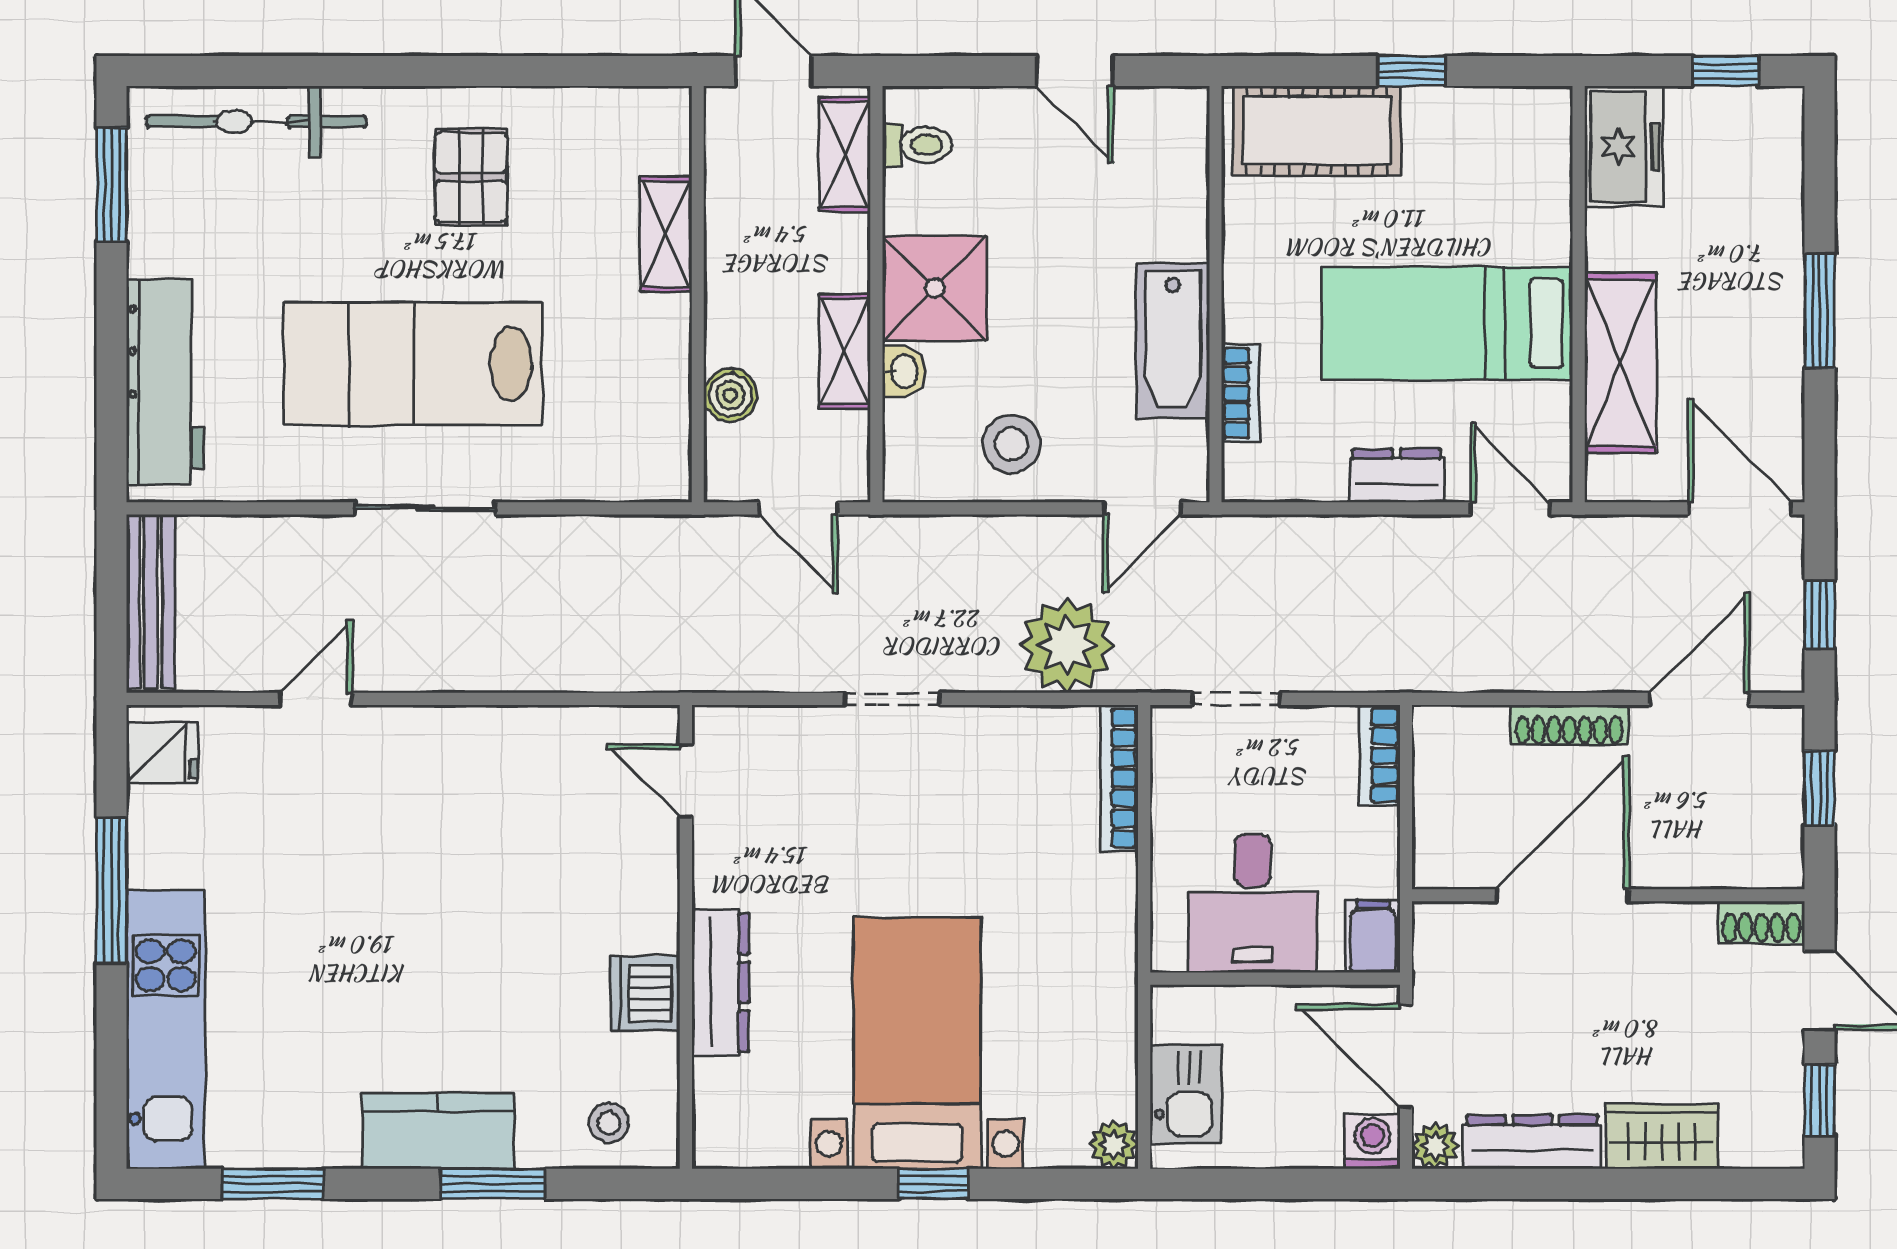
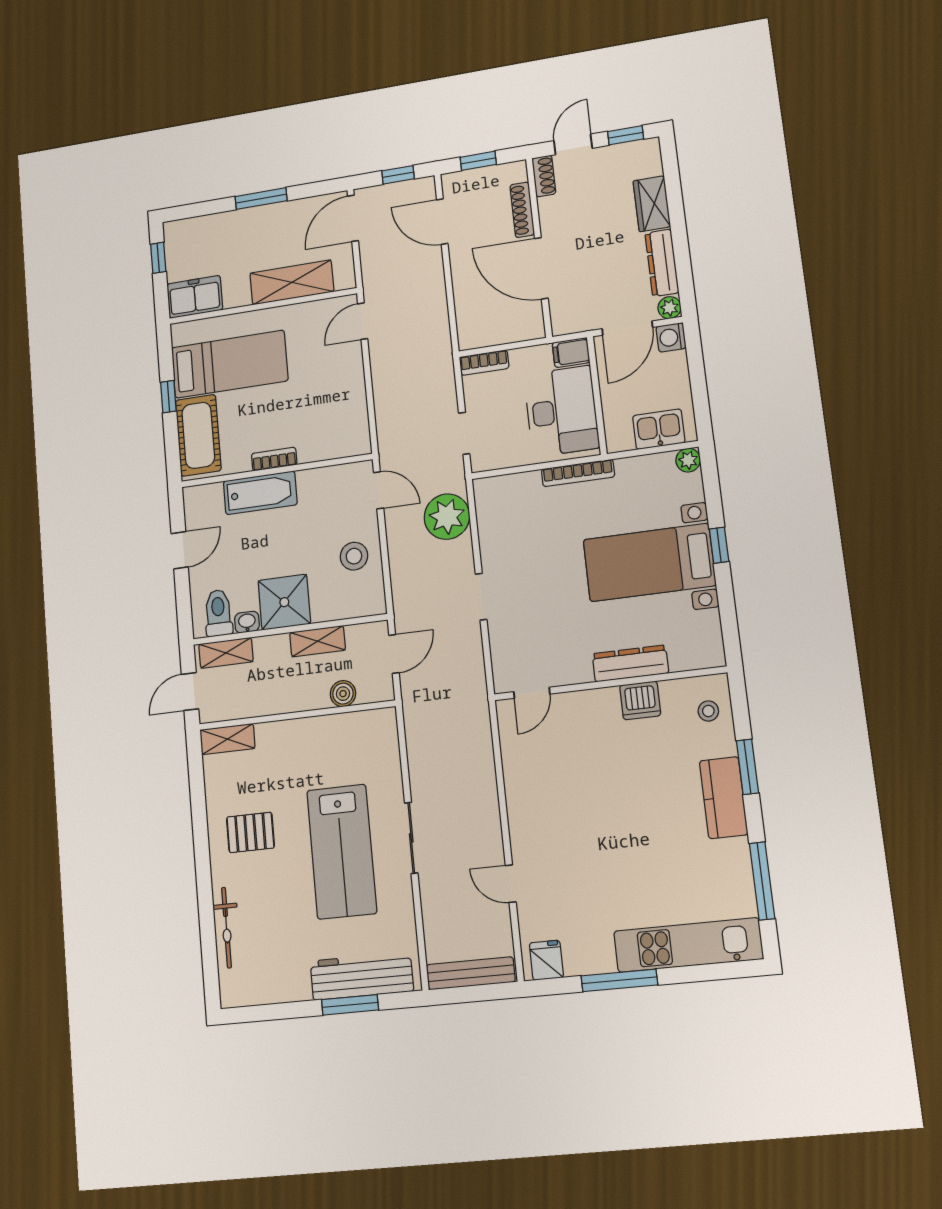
bicycle: (256, 122) -> (226, 928), width x0.73, depth x0.71
toilet: (917, 145) -> (218, 613), width x1.37, depth x1.39
window: (112, 185) -> (350, 1005), moved
shelving: (666, 234) -> (227, 739), moved
bed: (1447, 323) -> (229, 364), moved, turned -90
bathtub: (1173, 341) -> (260, 493), moved
washbasin: (903, 371) -> (247, 622), moved
bookcase: (1241, 393) -> (274, 459), moved
dresser: (1397, 476) -> (352, 375), removed
shoe rack: (1569, 725) -> (522, 210), moved, turned 180
bookcase: (1119, 778) -> (578, 473), moved
desk: (1253, 903) -> (562, 411), width x1.37
window: (273, 1184) -> (762, 881), width x1.44

